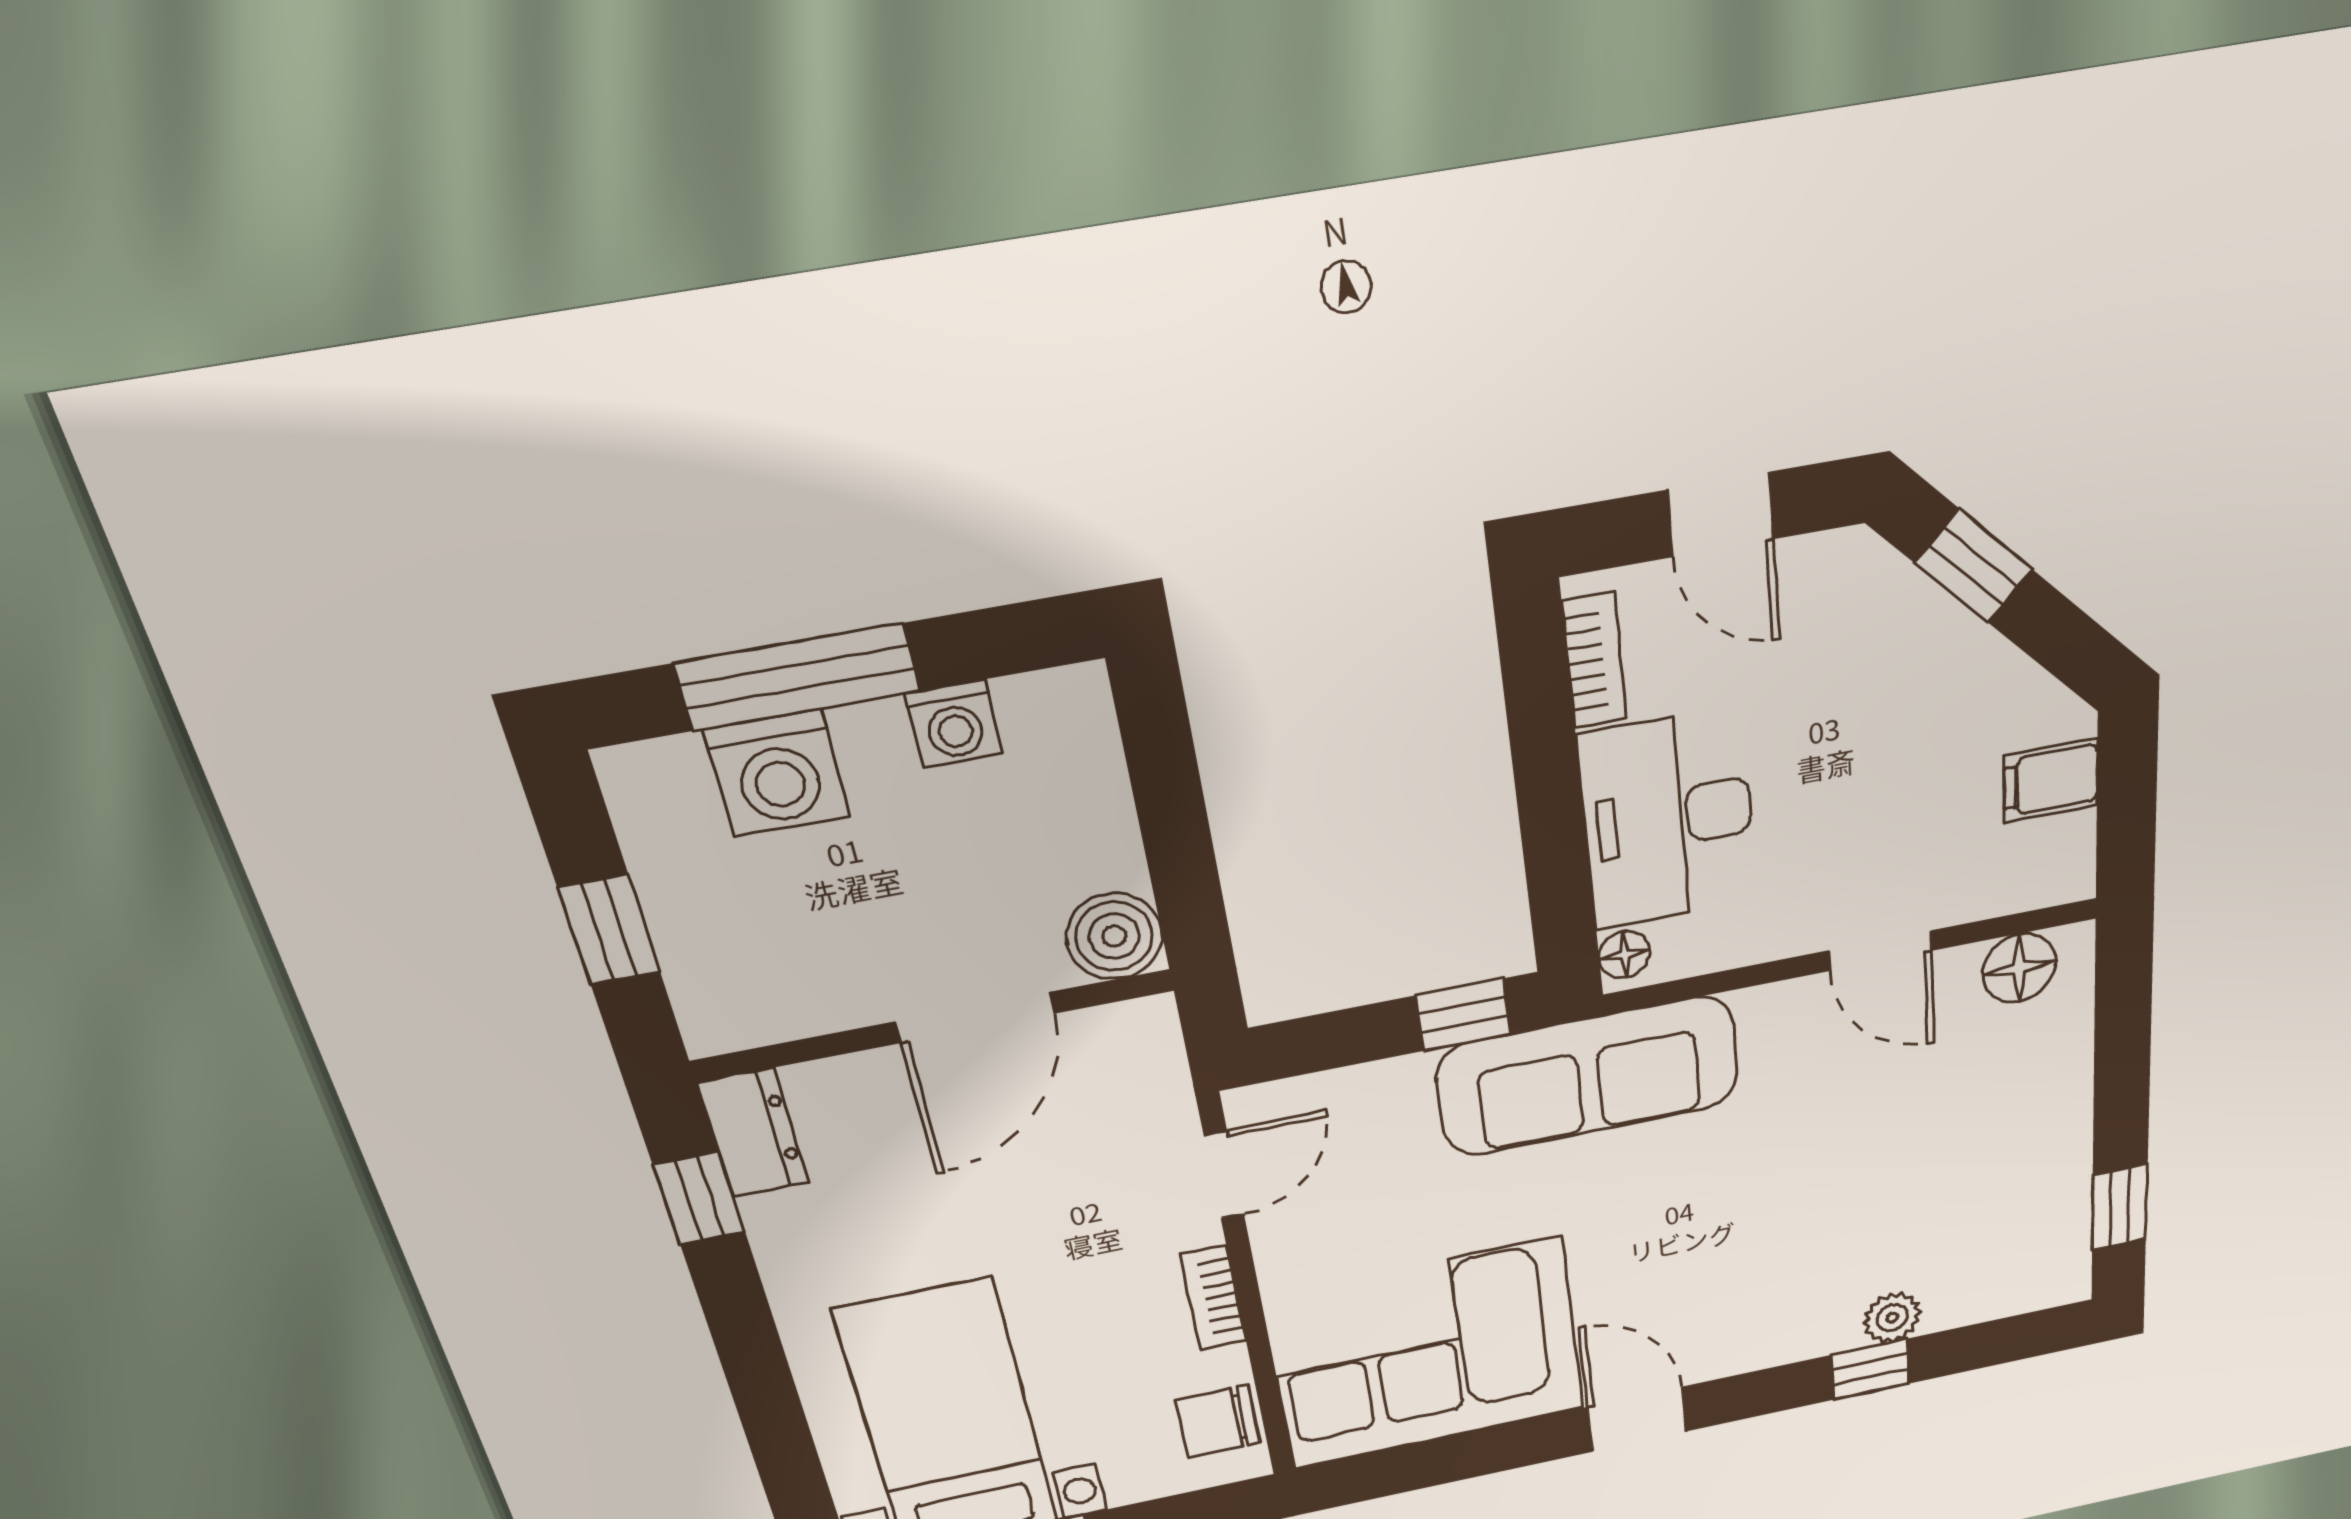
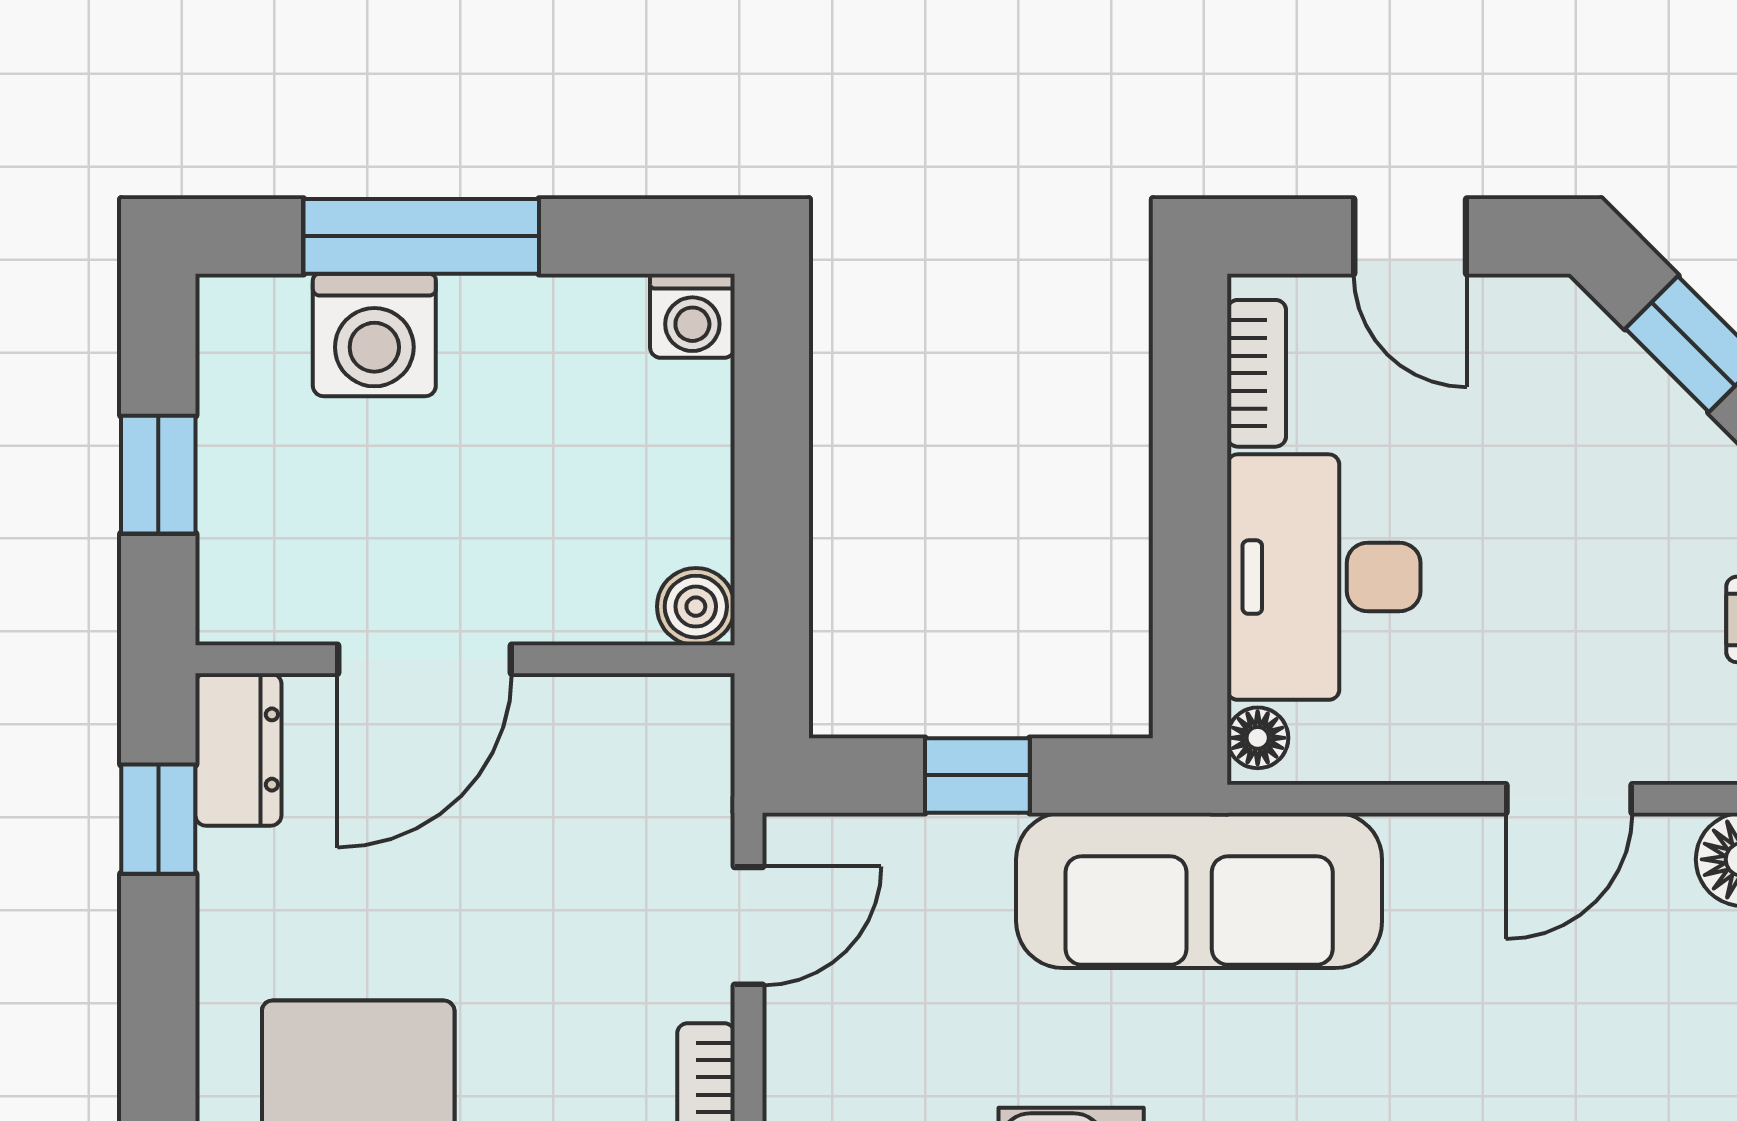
washing machine: (954, 724) -> (692, 316), moved
boiler: (1114, 936) -> (696, 607), width x0.73, depth x0.73
door: (1881, 951) -> (1569, 799), hinge flipped
window: (1463, 1015) -> (977, 775), moved
door: (975, 1017) -> (425, 659), moved

